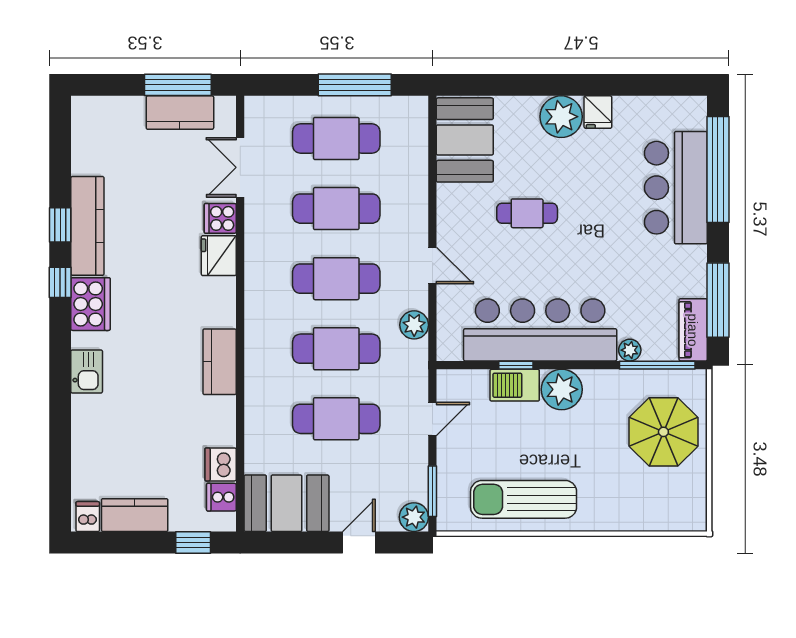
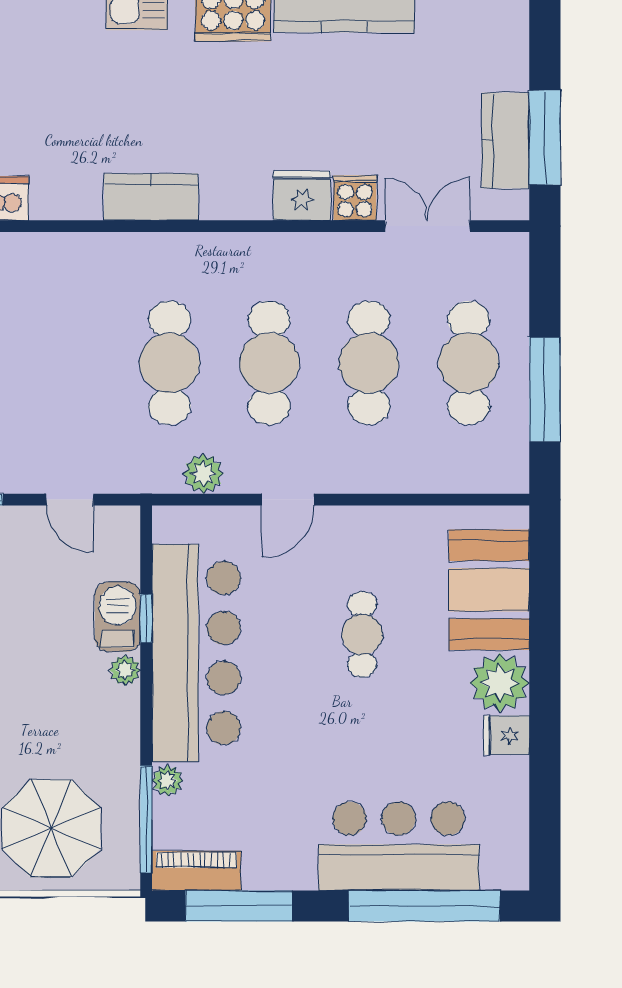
booth: (465, 140) -> (489, 590), moved, turned 90
plant: (562, 389) -> (125, 670), width x0.53, depth x0.53
cafe table: (336, 419) -> (70, 363), removed

